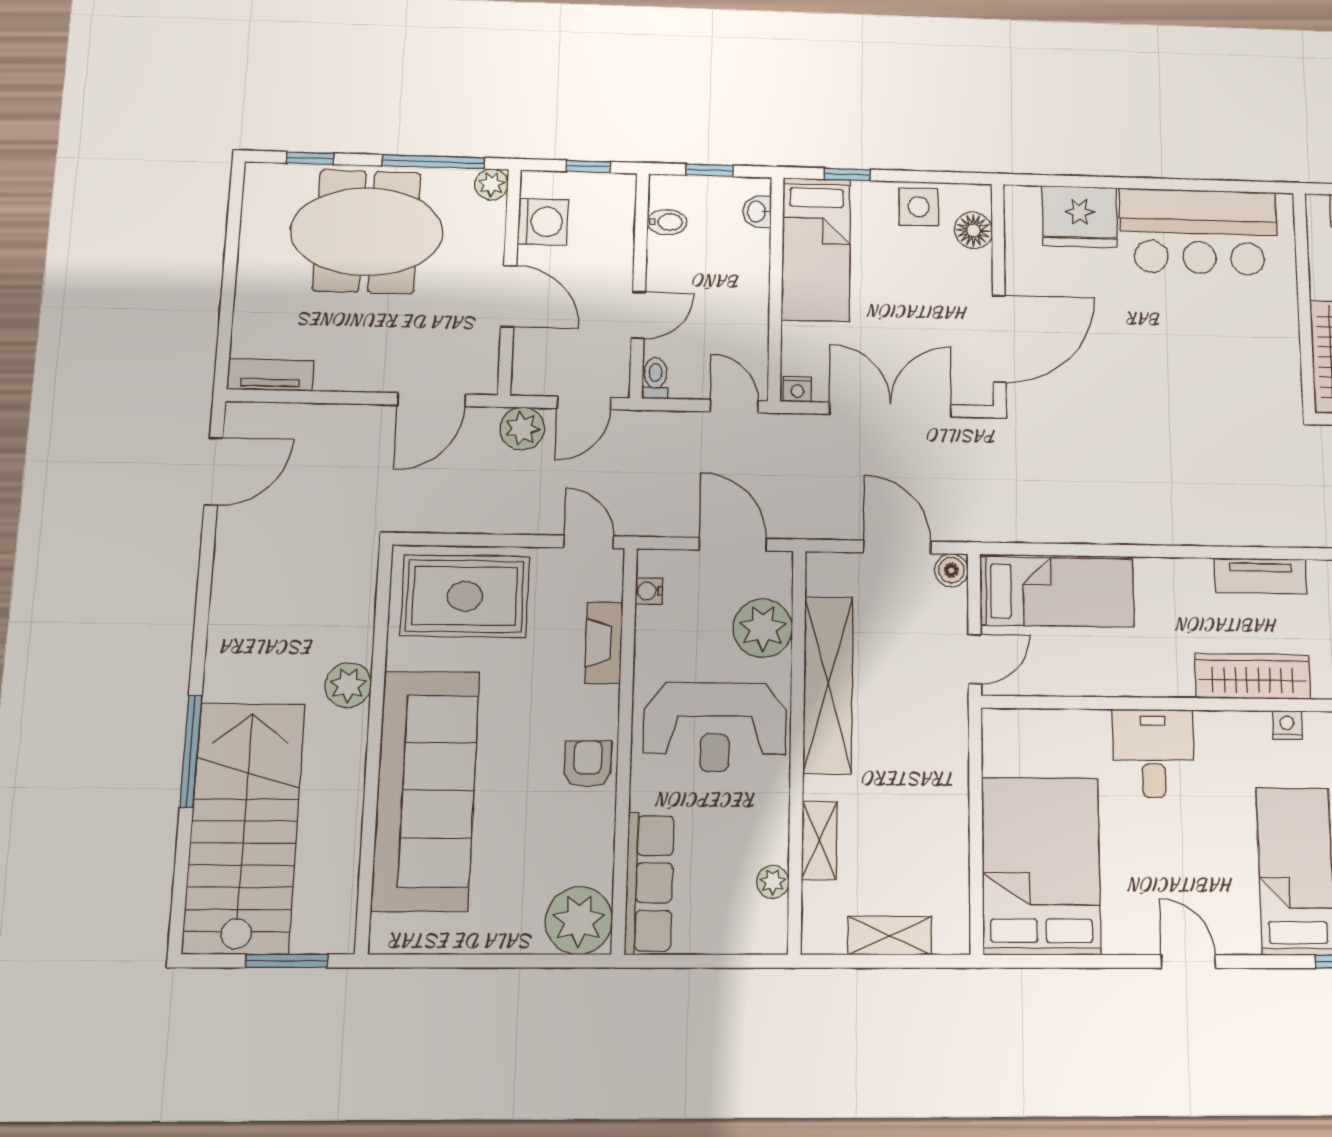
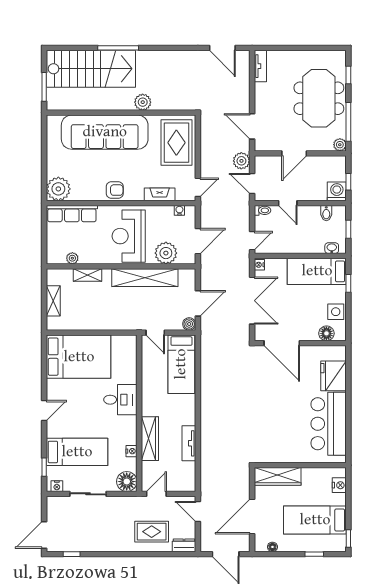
washing machine: (543, 222) -> (337, 191), moved, turned 180

